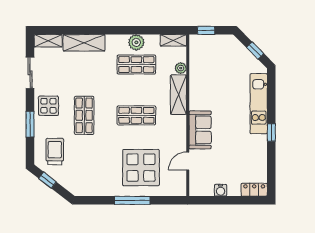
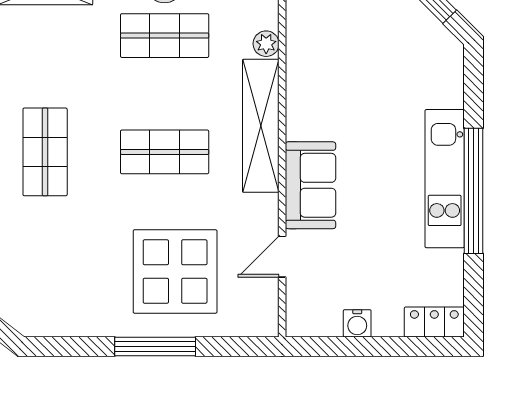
shelving: (178, 95) -> (261, 126), width x1.47
kitchen unit: (259, 104) -> (445, 179), moved
window: (271, 132) -> (474, 191), width x3.17

